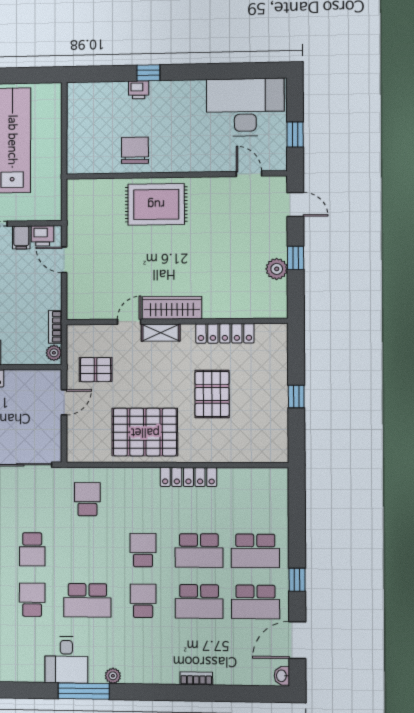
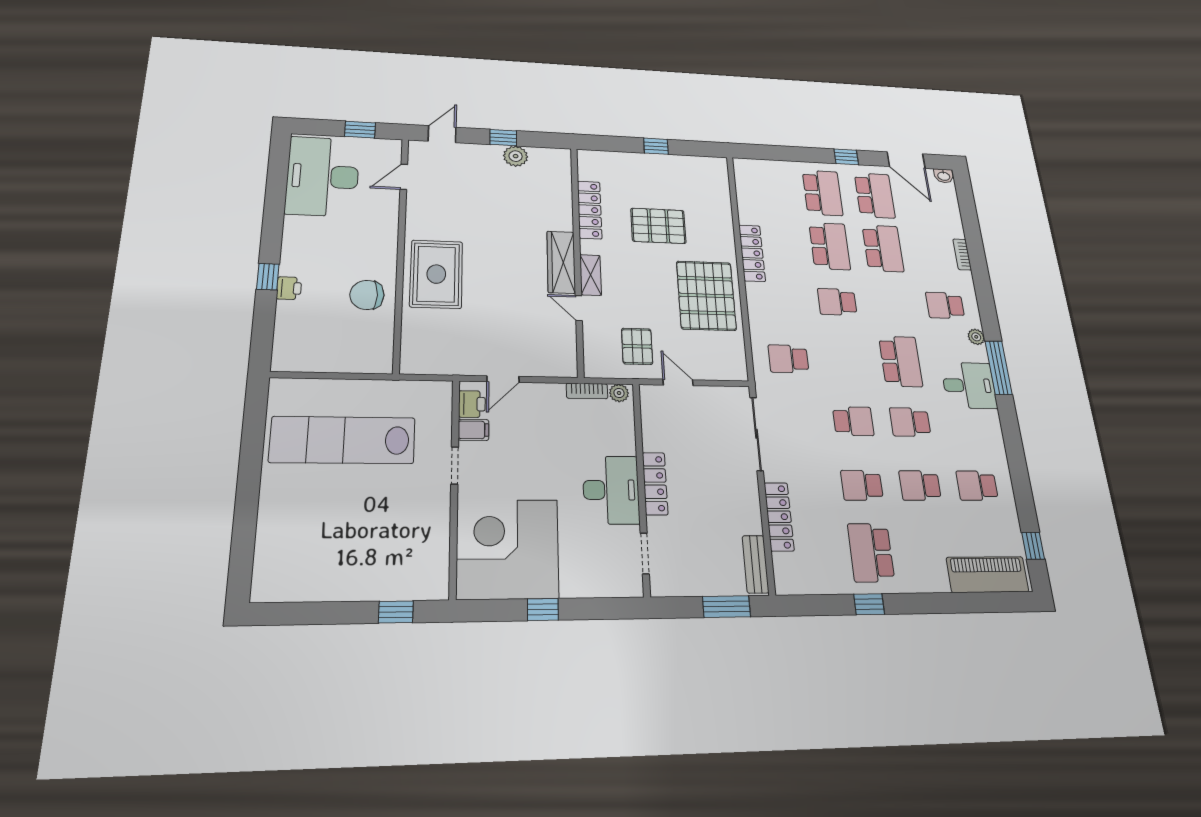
school desk: (143, 601) -> (945, 305), moved

